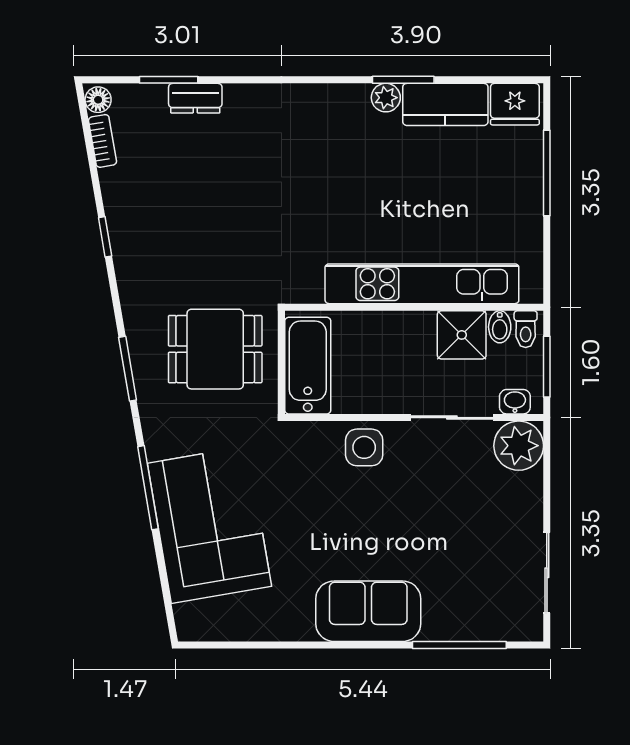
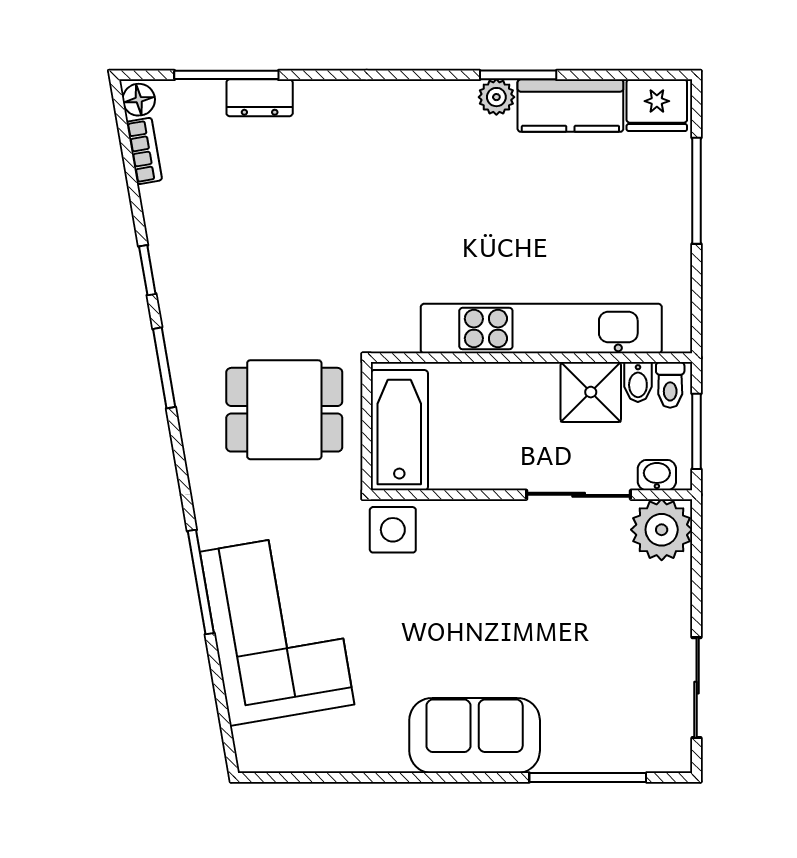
window: (169, 80) -> (226, 75), width x1.44
window: (128, 369) -> (164, 368), moved
side table: (364, 447) -> (393, 530), moved

